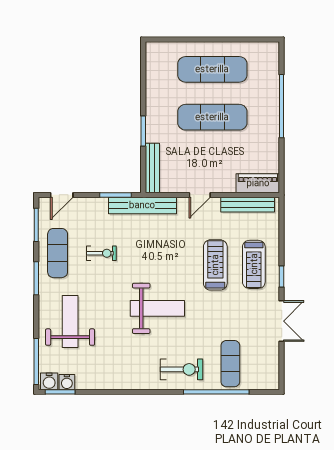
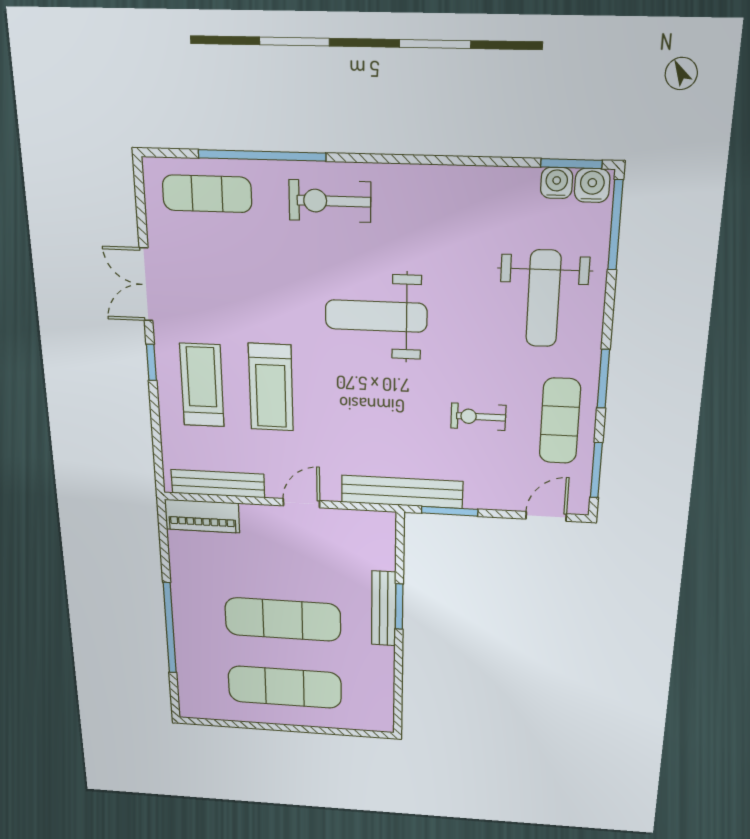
bench: (152, 168) -> (384, 609), moved
exercise mat: (230, 364) -> (207, 194), moved, turned 90

